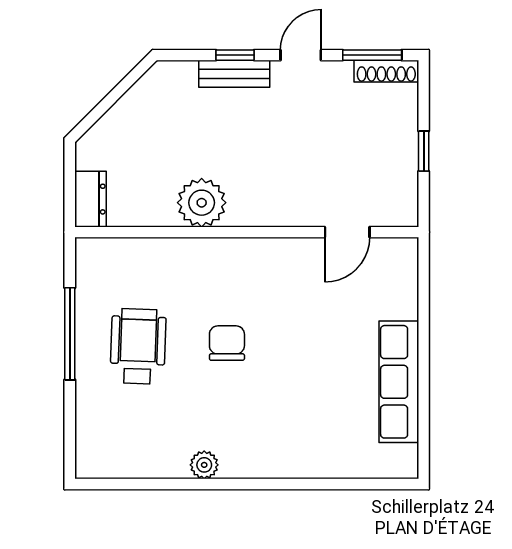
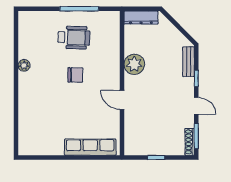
bench: (234, 74) -> (189, 62), moved
dresser: (90, 199) -> (141, 18), width x1.44
door: (347, 232) -> (122, 100), moved
row of seats: (399, 382) -> (90, 147), moved

